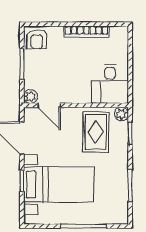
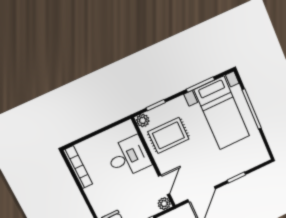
bookcase: (86, 32) -> (78, 167), moved
desk: (110, 84) -> (128, 157), moved
bed with nightstands: (59, 185) -> (222, 113), moved, turned 180

